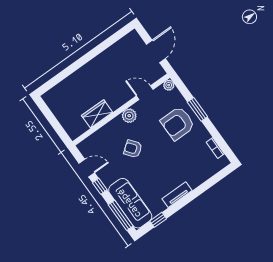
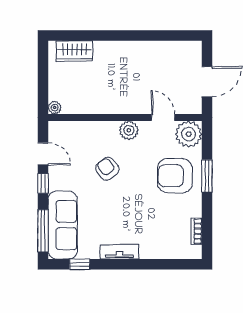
plant: (169, 85) -> (189, 134), width x1.88, depth x1.88
wardrobe: (97, 114) -> (74, 51), moved, turned 180
plant: (74, 134) -> (55, 108), added

